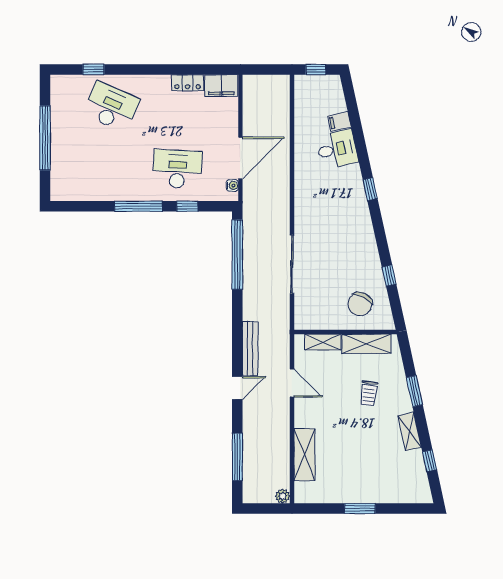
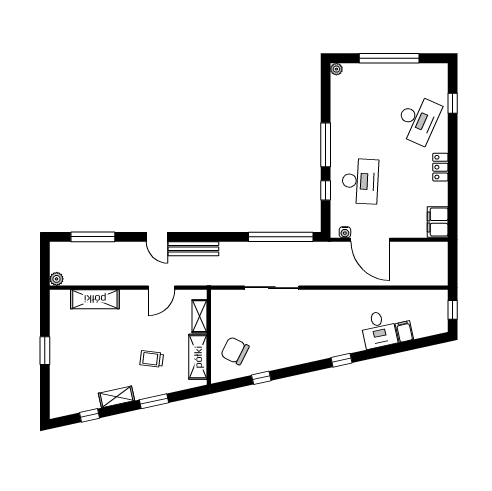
locker: (187, 83) -> (440, 167), moved
plant: (57, 195) -> (336, 69), added

